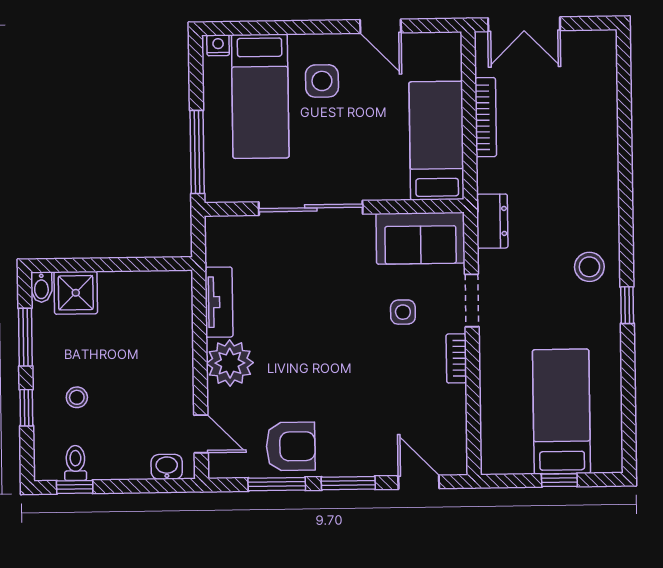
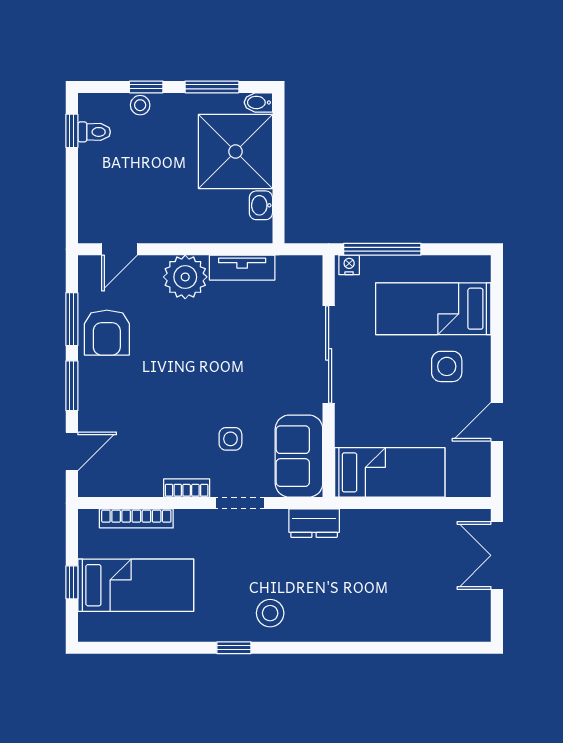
nightstand: (218, 45) -> (349, 265), moved, turned -90
bookcase: (486, 117) -> (136, 518), moved
shower: (76, 293) -> (236, 152), width x1.86, depth x1.86
stool: (77, 397) -> (140, 105), moved
washbasin: (167, 467) -> (261, 205), moved, turned 180

